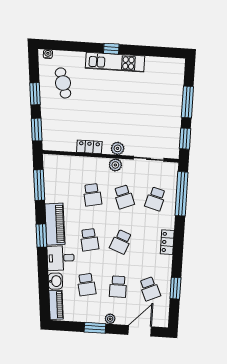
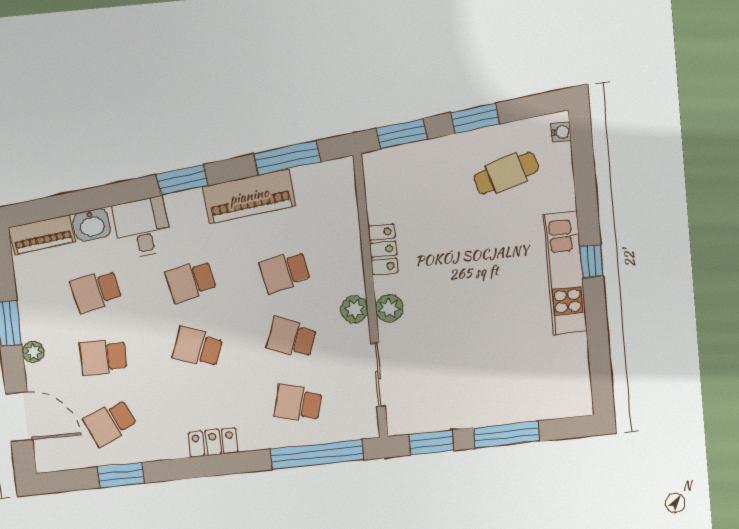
school desk: (124, 197) -> (292, 338), turned 42
piano: (55, 224) -> (249, 196), moved

